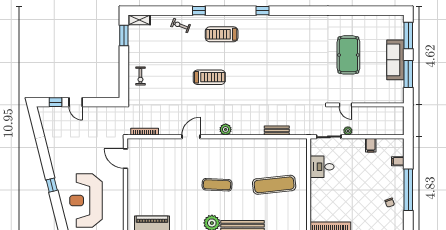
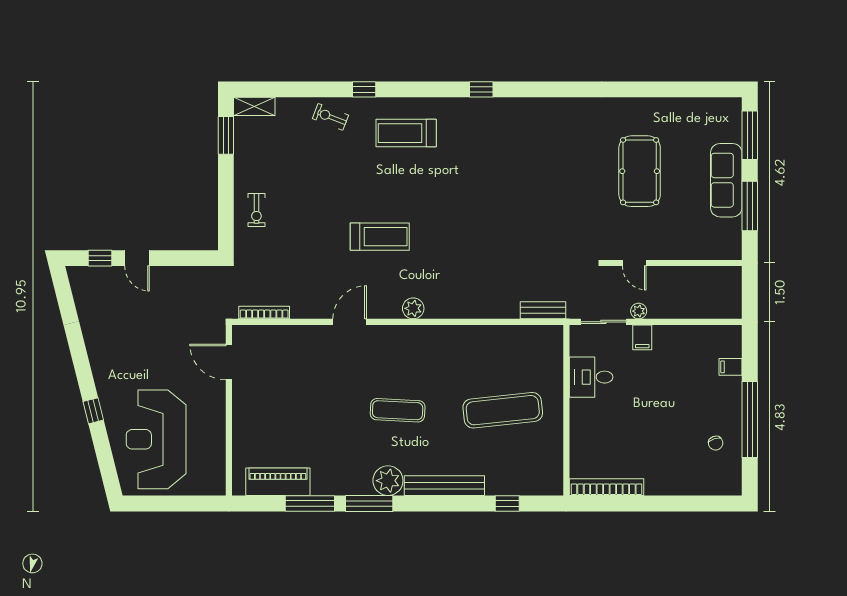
treadmill: (209, 77) -> (380, 237), moved
bench: (277, 131) -> (543, 310), moved
filing cabinet: (371, 145) -> (642, 337), moved

